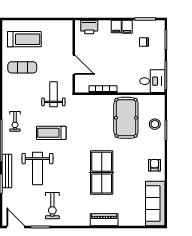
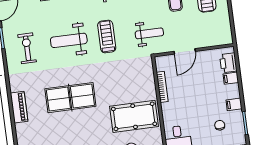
filing cabinet: (116, 27) -> (231, 78), moved
weight bench: (37, 168) -> (69, 40), moved
exercise bike: (52, 206) -> (27, 48), turned 90

